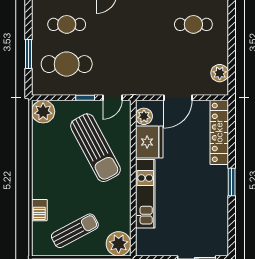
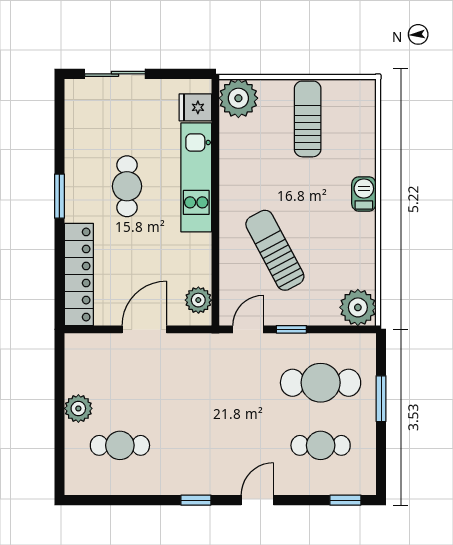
plant: (220, 73) -> (78, 408), moved
fridge: (149, 142) -> (195, 107), moved, width x0.53, depth x0.75
sun lounger: (96, 148) -> (275, 250), width x0.73, depth x0.75
cafe table: (189, 188) -> (127, 186), added
barbecue: (39, 210) -> (364, 194), moved
sun lounger: (75, 231) -> (308, 119), turned 118

